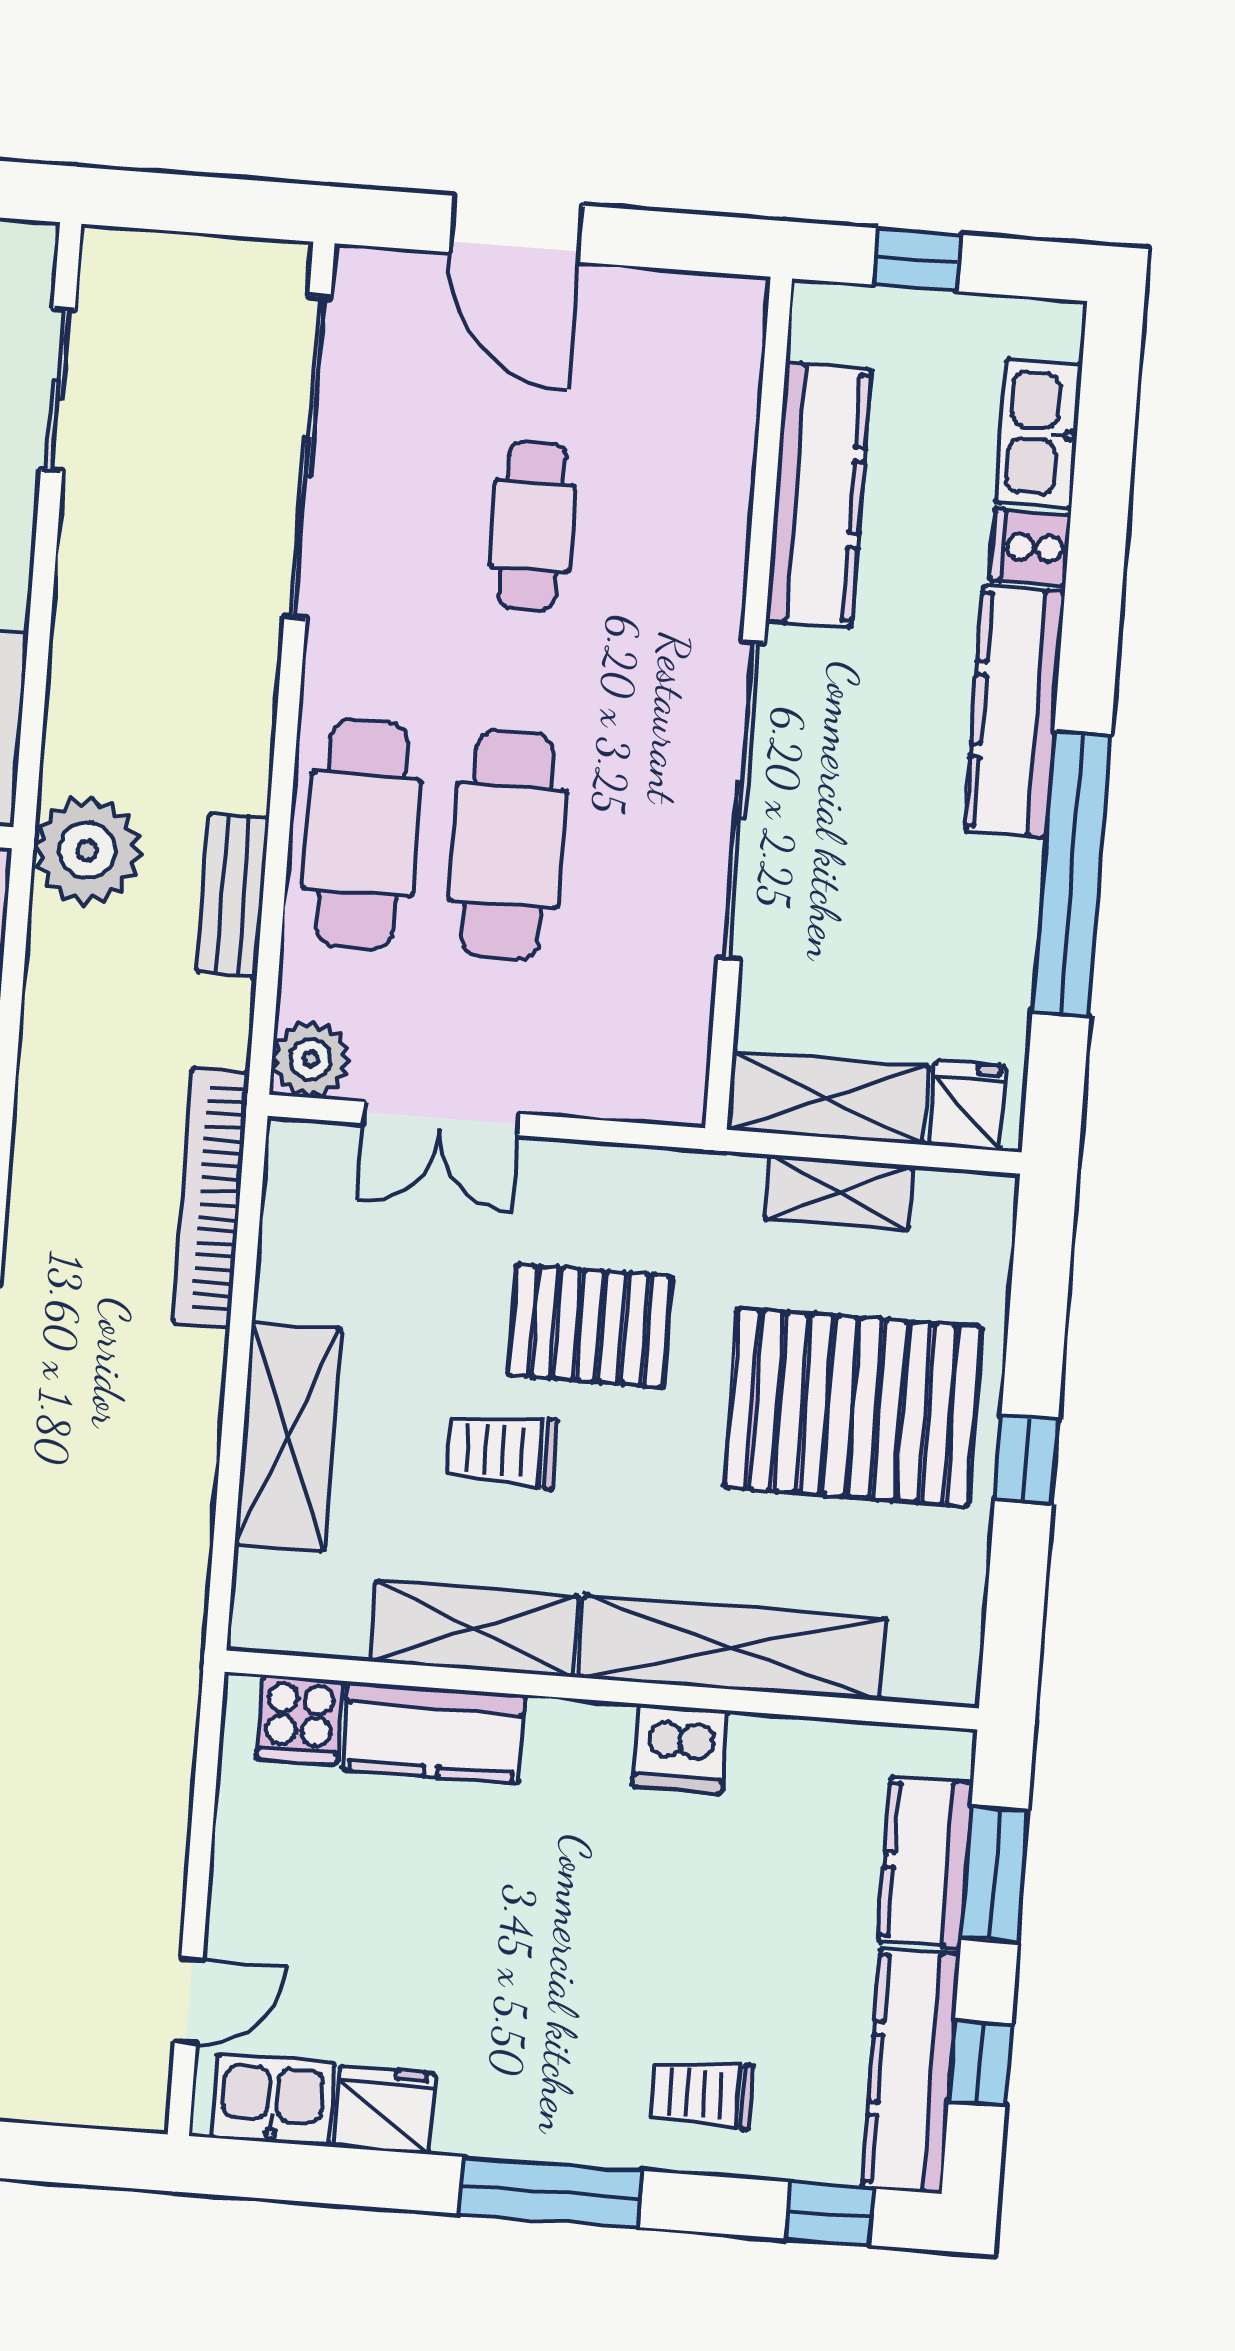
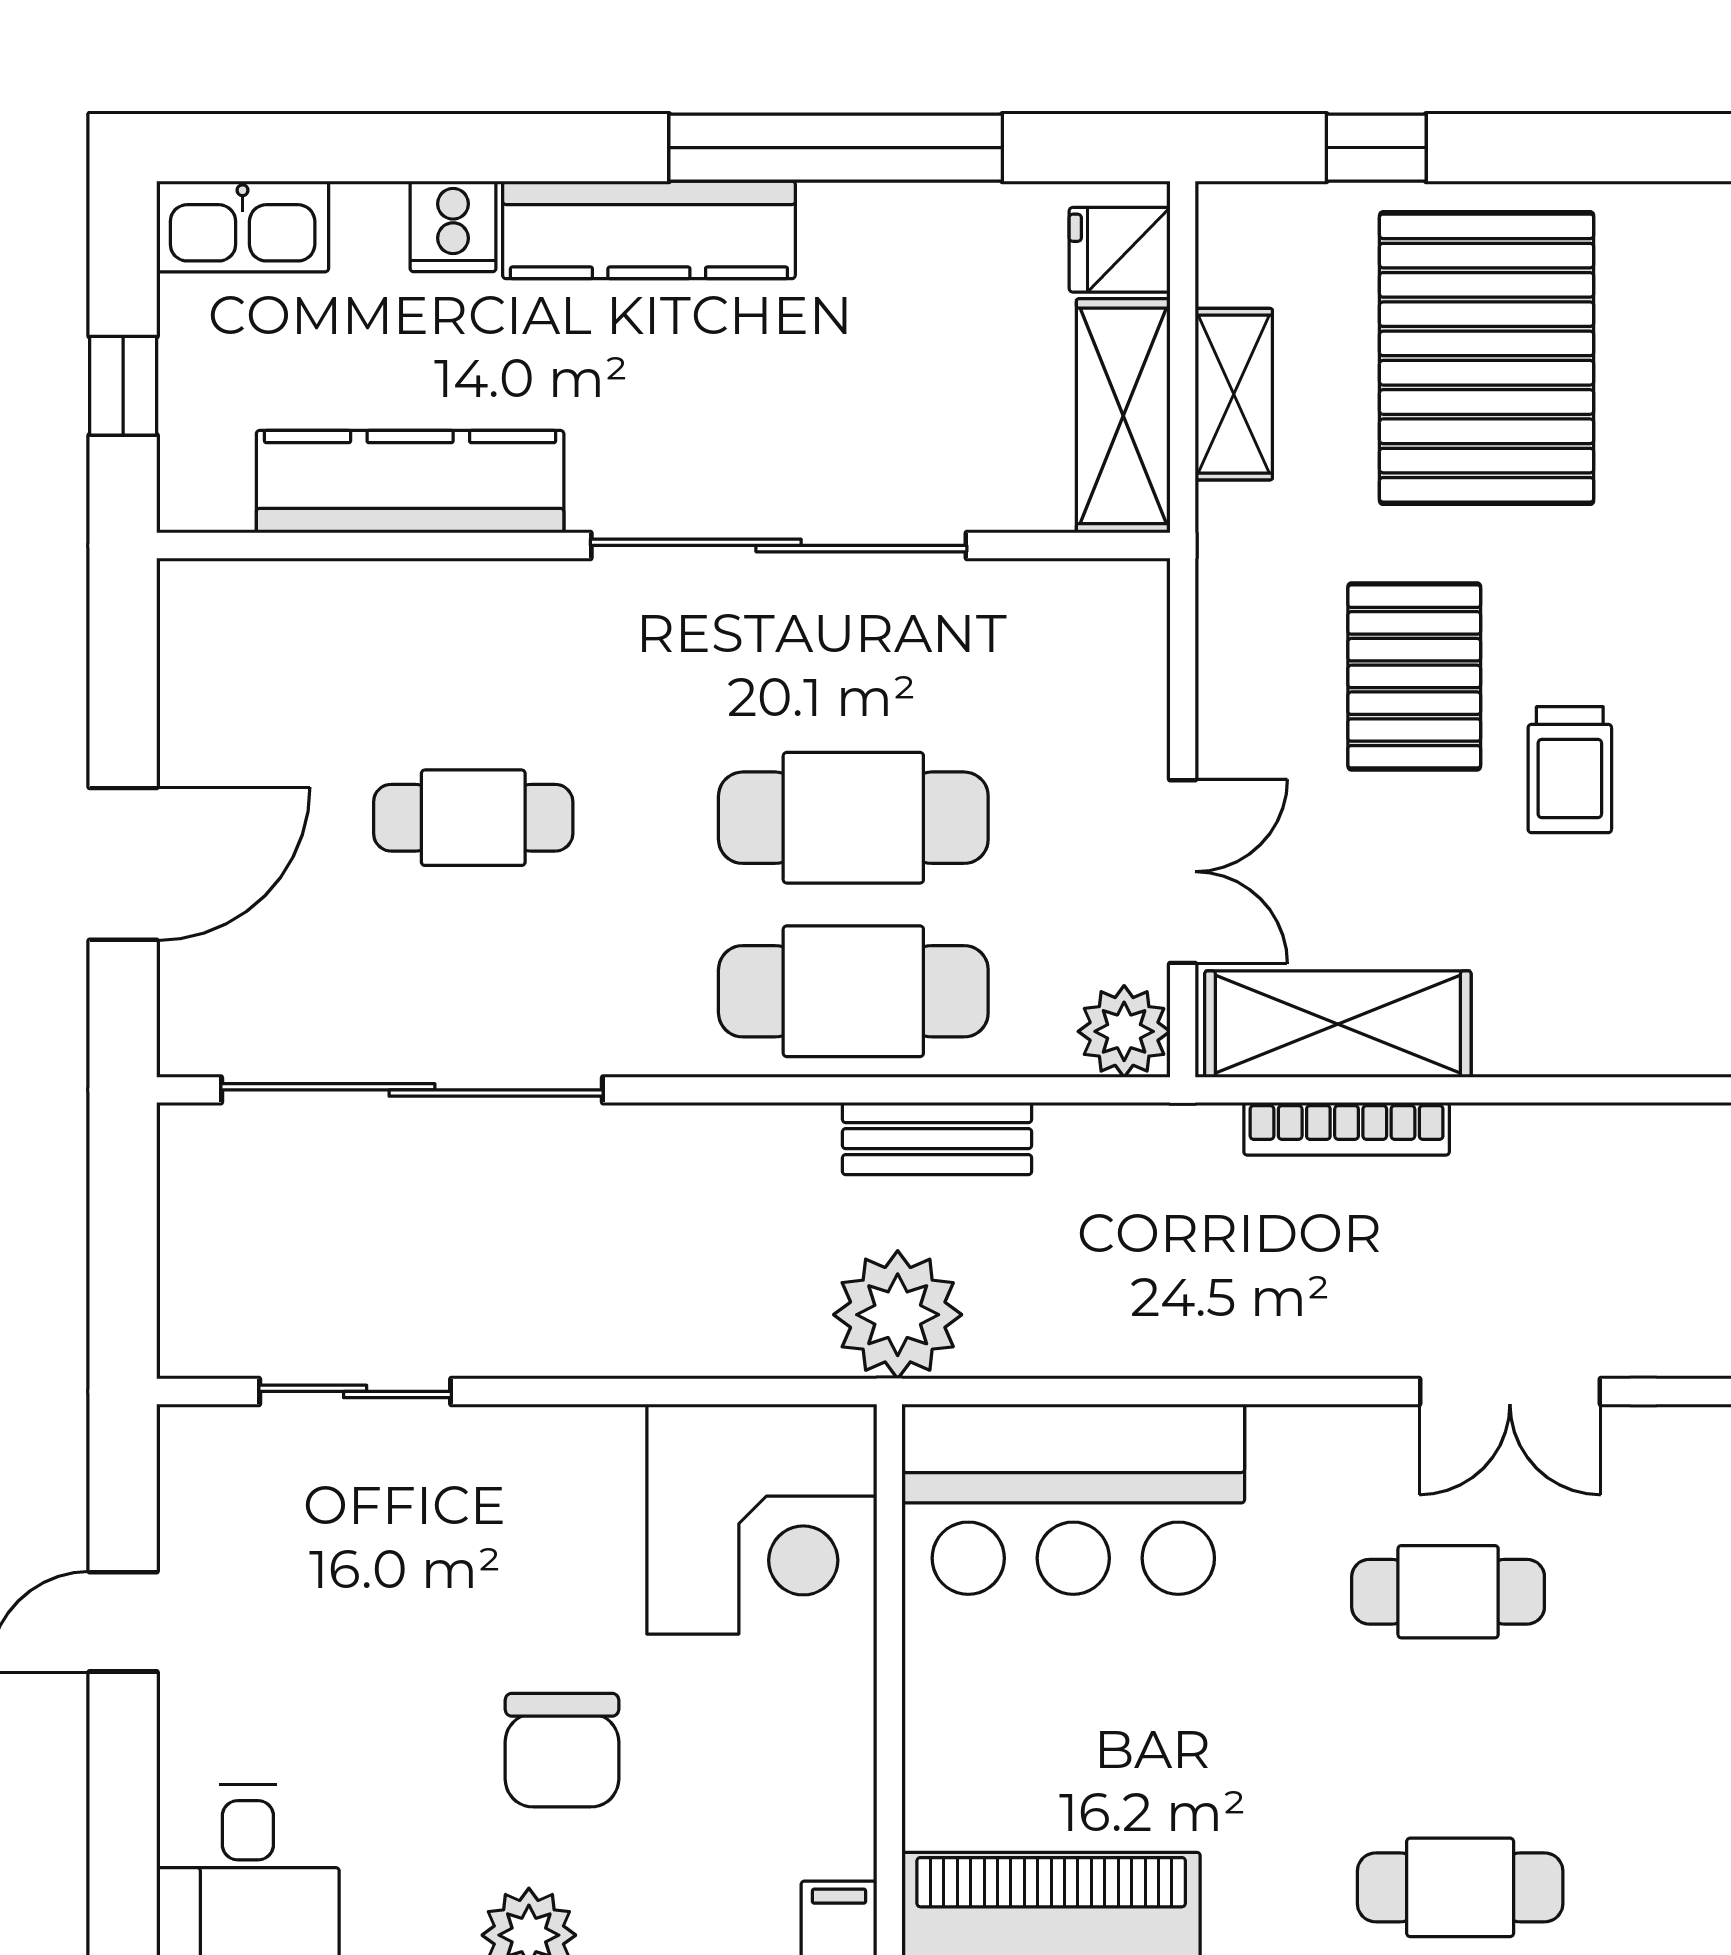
kitchen sink: (1039, 433) -> (243, 227), moved
bookcase: (211, 1198) -> (1347, 1129), width x0.68, depth x0.76
shelving: (288, 1436) -> (1338, 1024), moved
window: (1027, 1460) -> (1376, 148), moved

